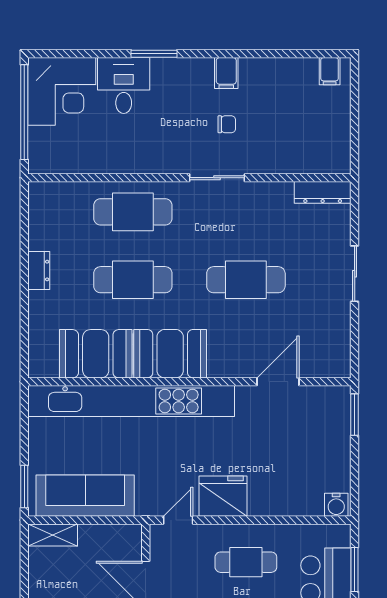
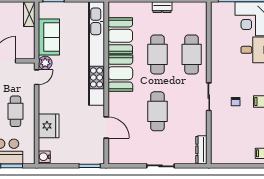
sofa: (85, 496) -> (49, 37), width x0.73
fridge: (223, 496) -> (49, 126), moved
plant: (150, 503) -> (45, 63), added
door: (178, 520) -> (37, 77), hinge flipped

